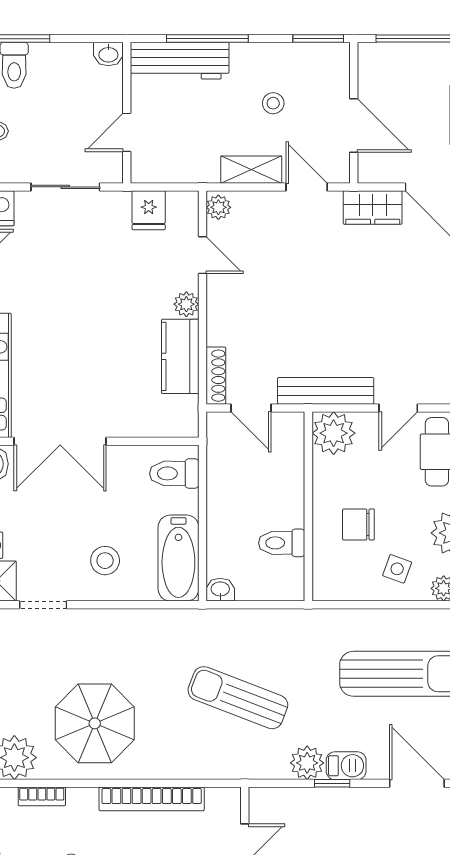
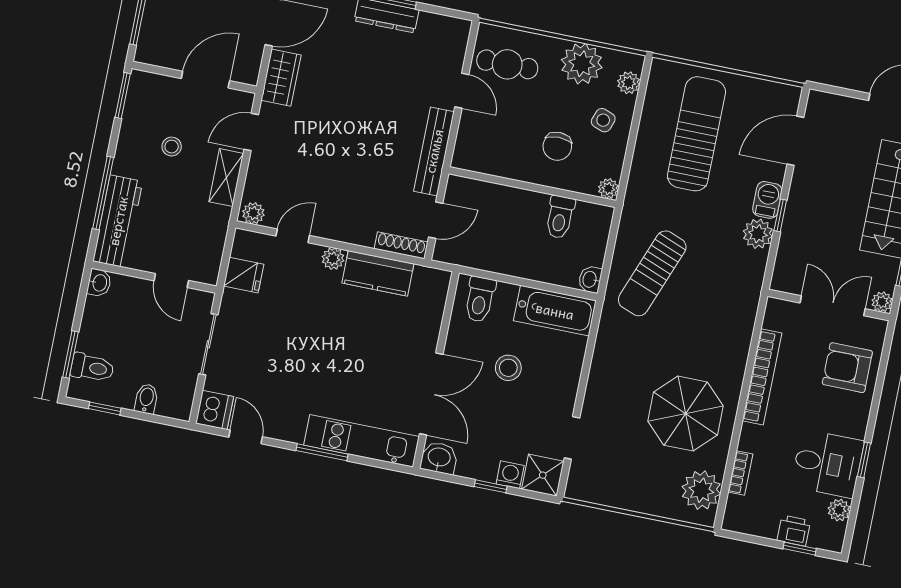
plant: (334, 433) -> (608, 189), moved, width x0.53, depth x0.53
stool: (105, 561) -> (508, 368), moved
sun lounger: (238, 698) -> (652, 273), moved

